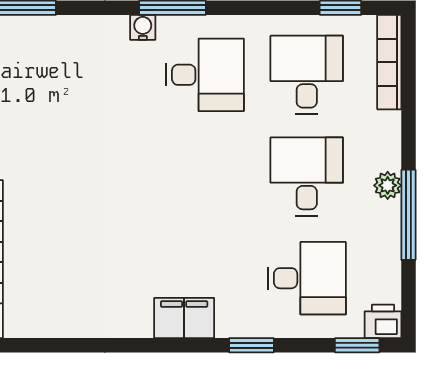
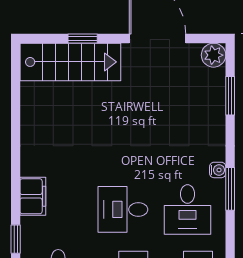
desk: (205, 176) -> (123, 209), added

